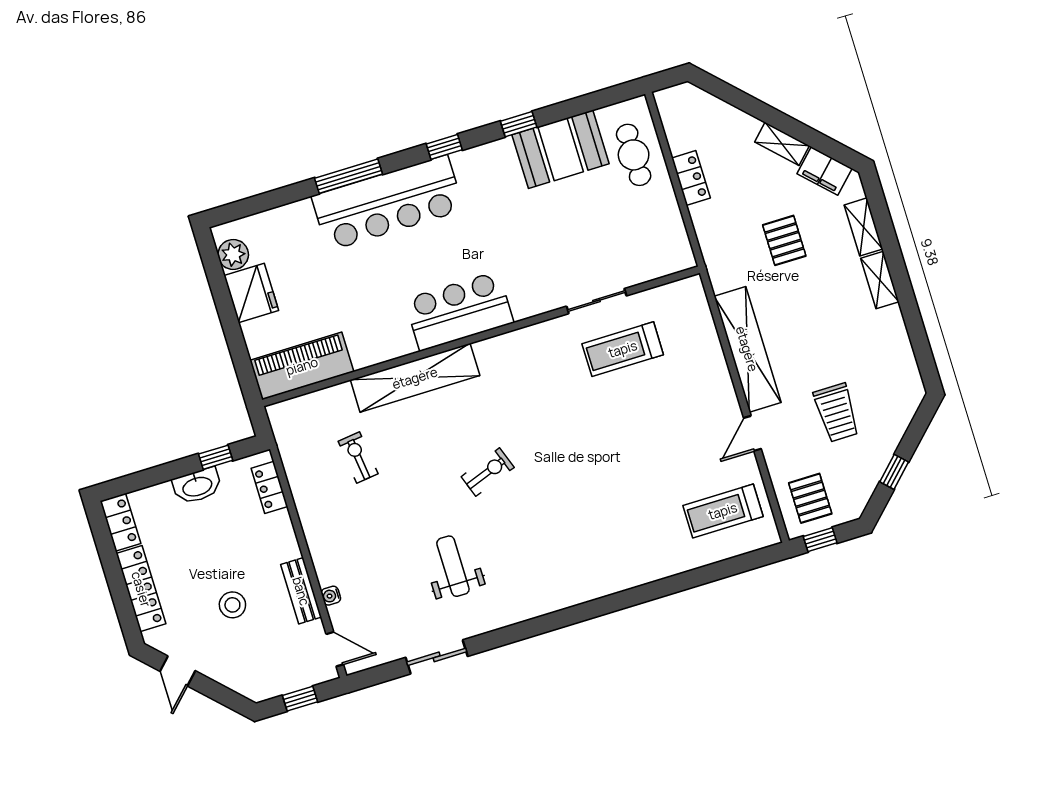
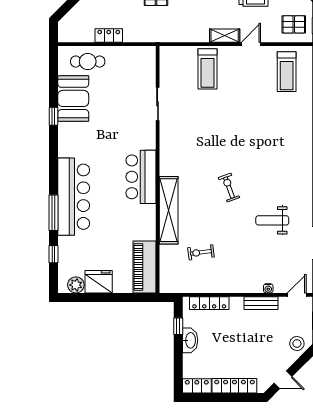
window: (444, 147) -> (53, 254), moved
treadmill: (623, 349) -> (208, 69), moved
shelving: (747, 349) -> (225, 36), width x0.45, depth x0.75
door: (752, 433) -> (251, 44), swing flipped
locker: (269, 487) -> (209, 303), width x1.53
stool: (232, 605) -> (297, 344), moved

